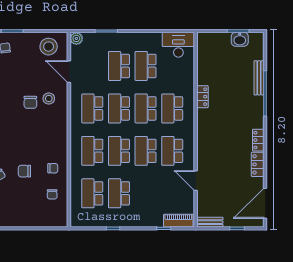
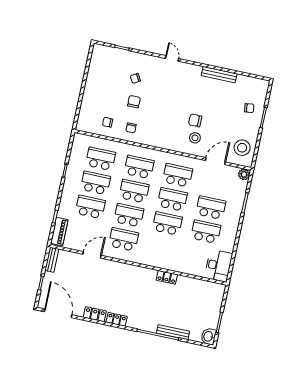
washbasin: (240, 39) -> (208, 336), moved
school desk: (172, 108) -> (90, 207), moved

